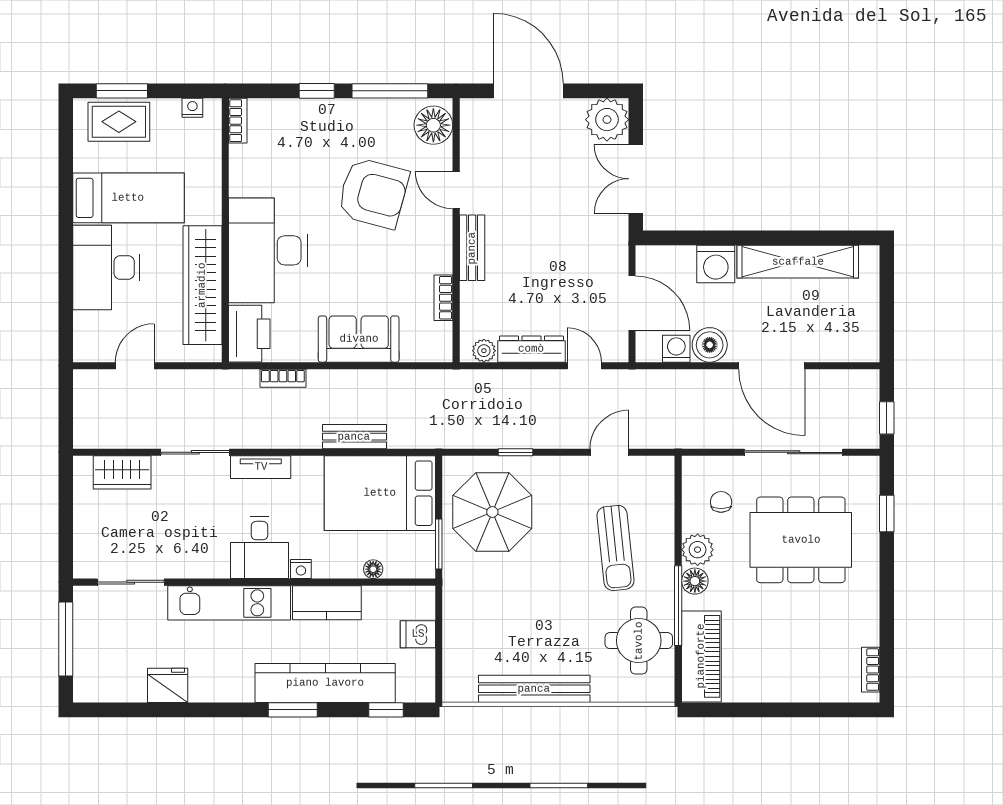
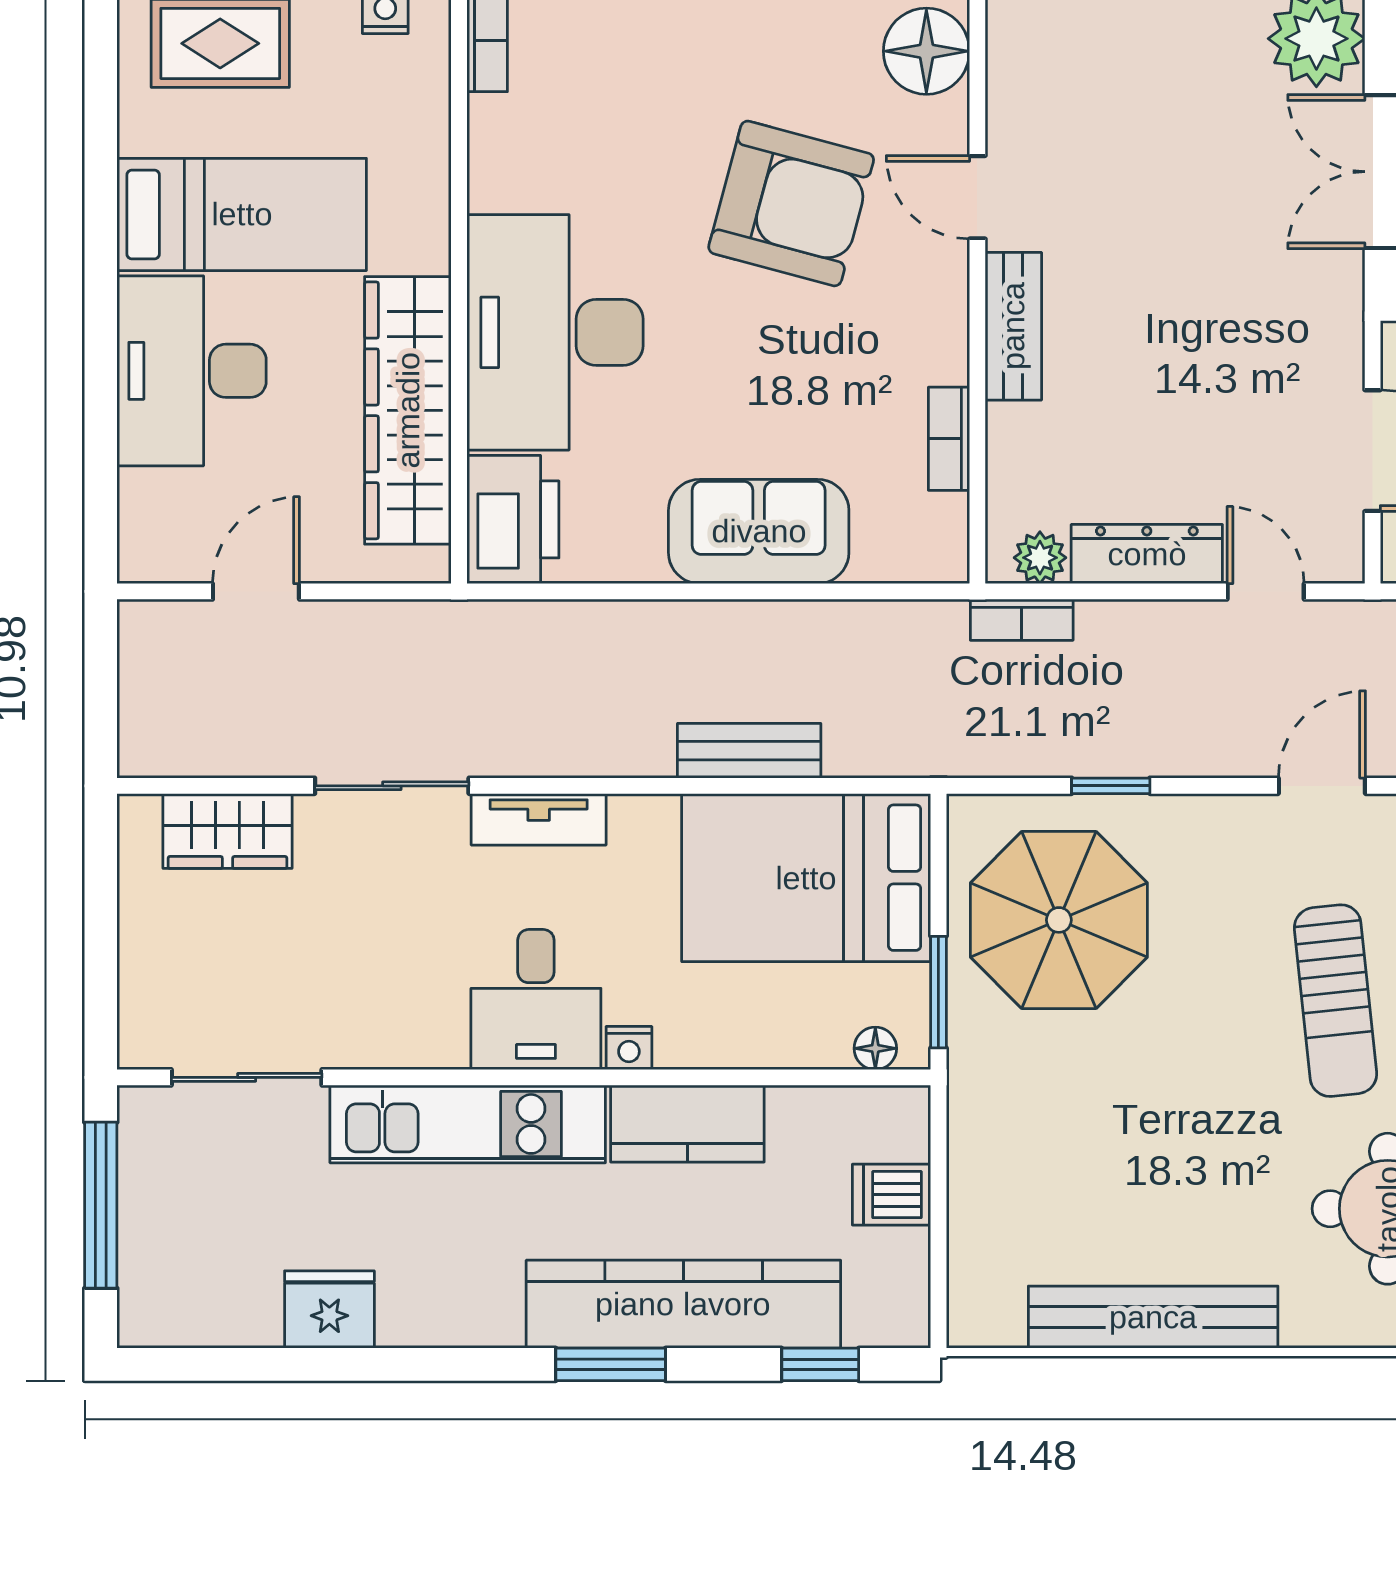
bookcase: (283, 378) -> (1022, 620), moved
floor lamp: (373, 569) -> (875, 1048), moved

